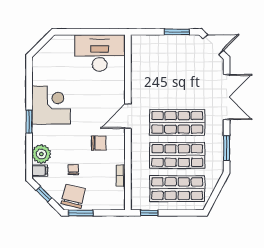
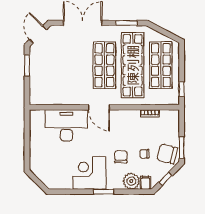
desk: (100, 53) -> (66, 125), moved, turned 90
chair: (99, 143) -> (121, 157), moved
shop shelf: (177, 156) -> (133, 65), width x1.40

